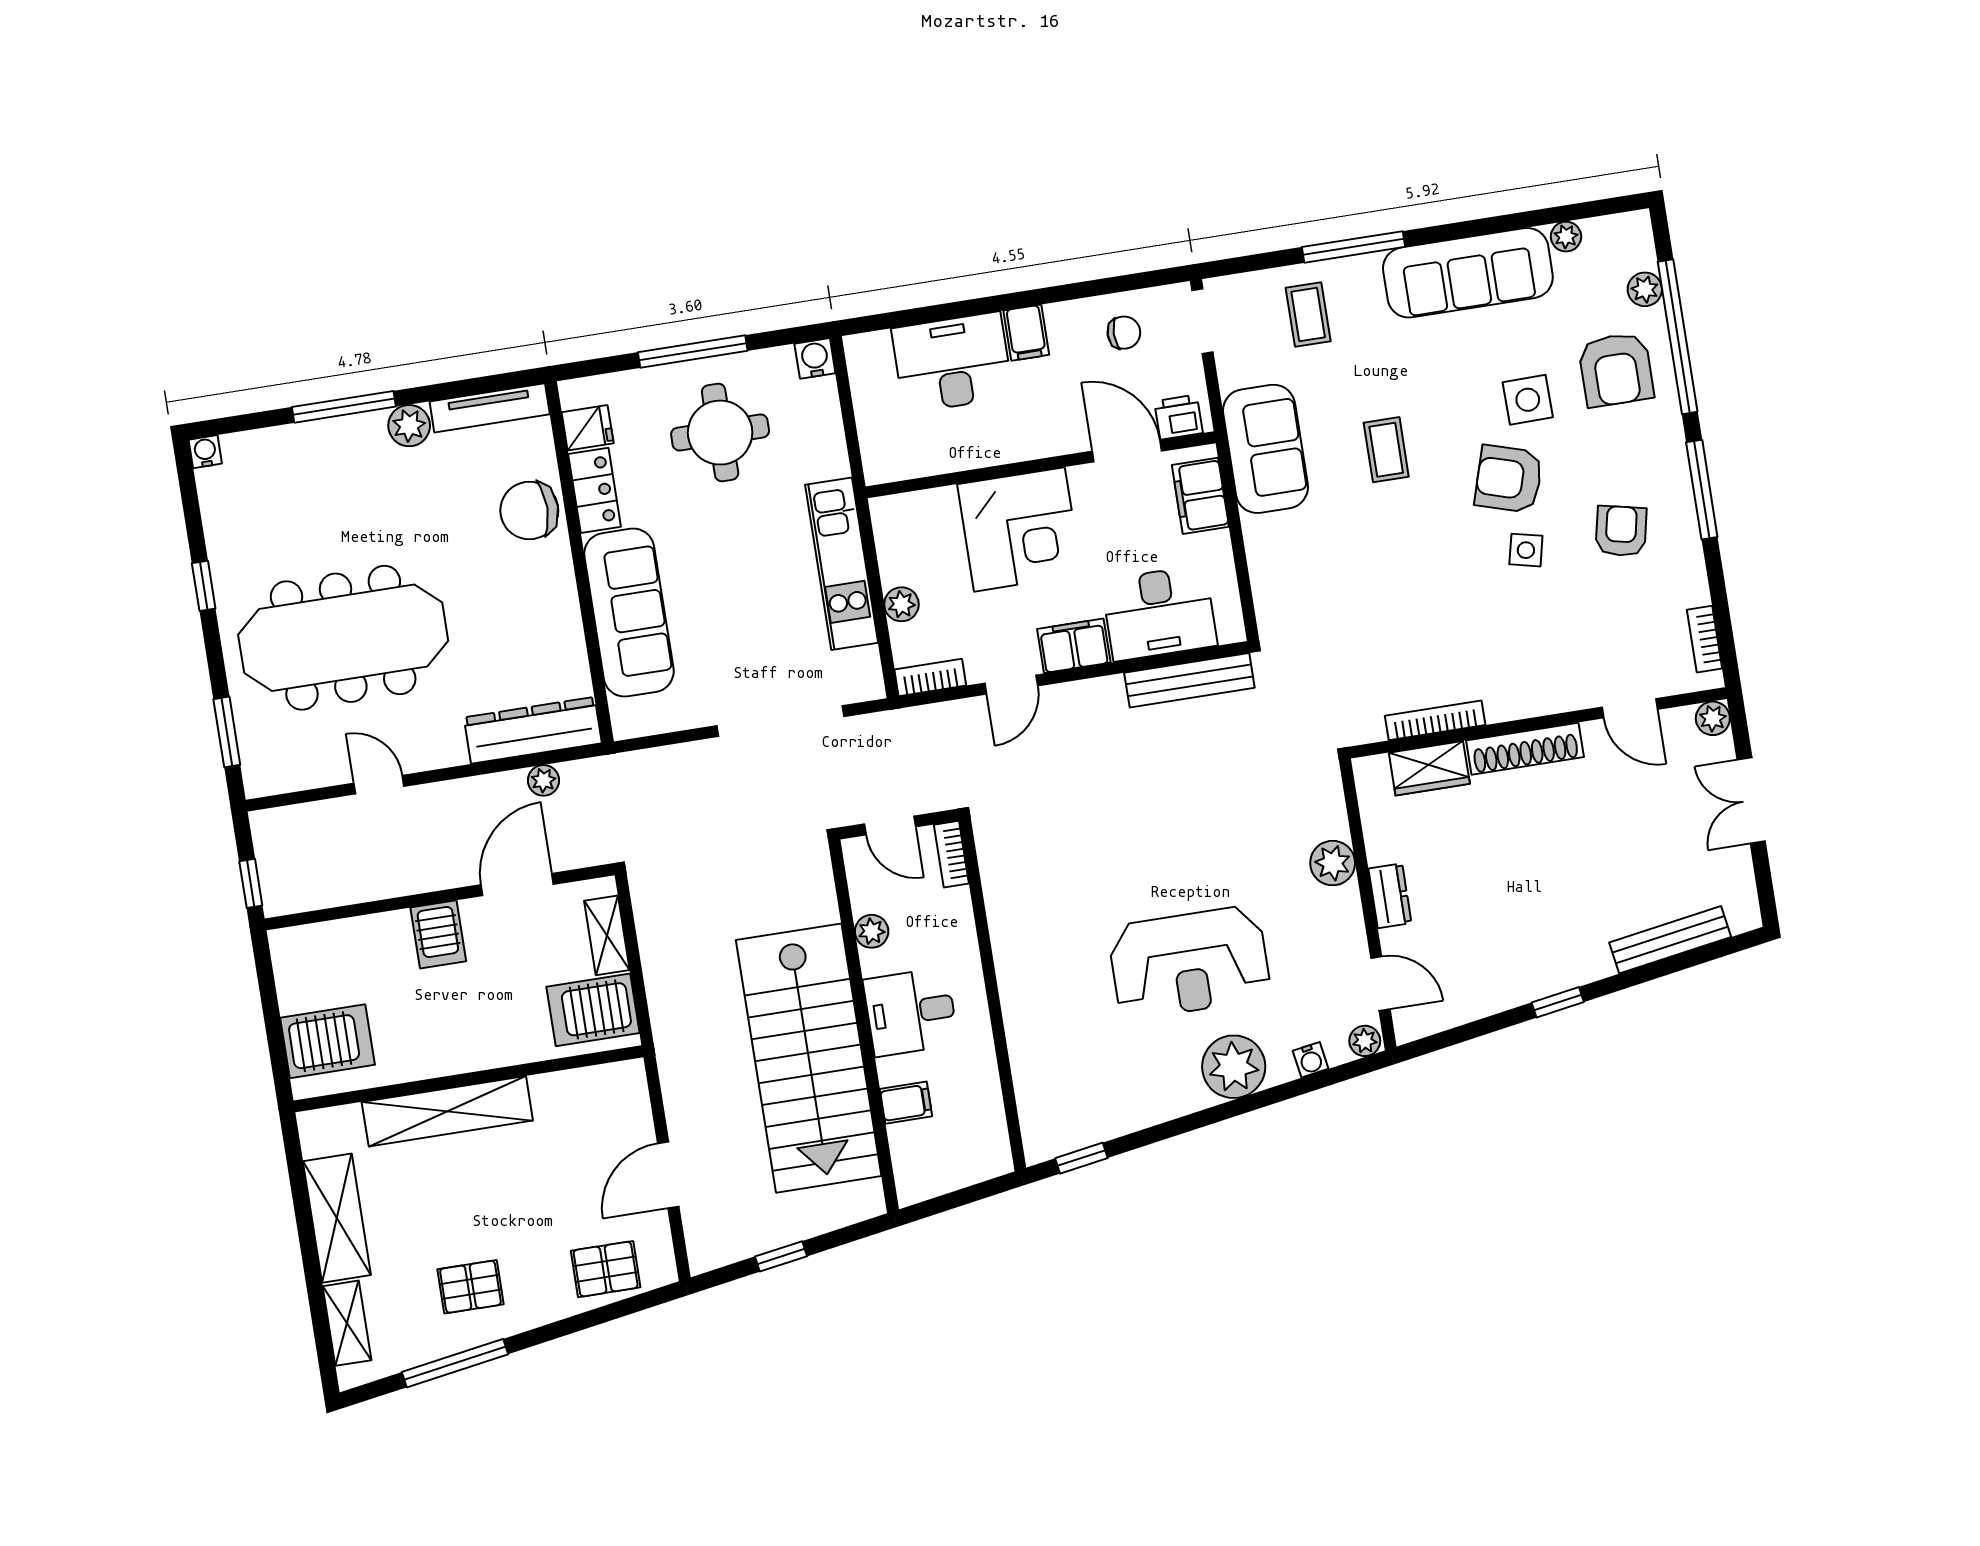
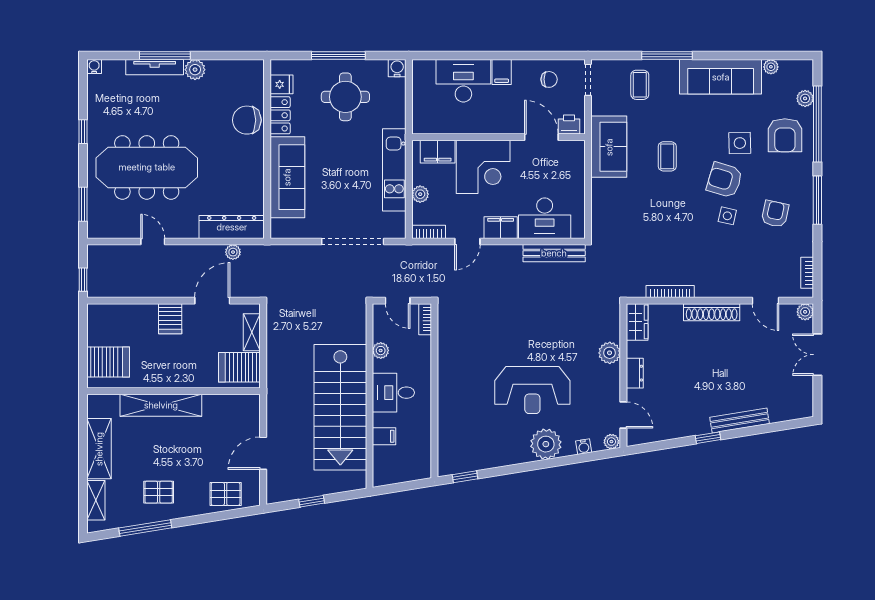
tv unit: (490, 408) -> (155, 67), moved
filing cabinet: (1200, 496) -> (438, 152), moved, turned -90
wardrobe: (1429, 768) -> (637, 322), moved, turned -90
bench: (1670, 940) -> (740, 420), moved

